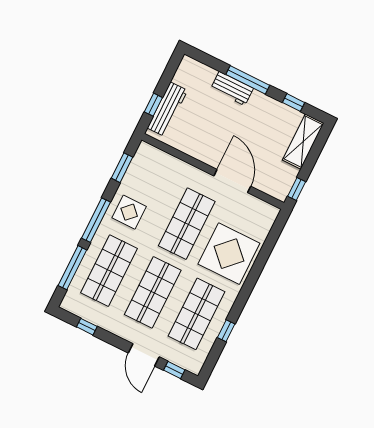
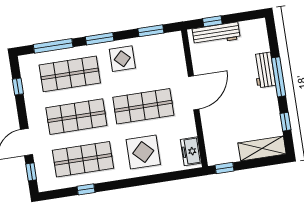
door: (232, 181) -> (194, 93), moved
freezer: (259, 209) -> (191, 151), added
window: (96, 220) -> (100, 39), width x0.69
display table: (229, 254) -> (143, 152), width x0.73, depth x0.73

